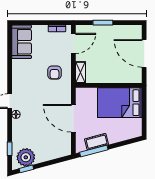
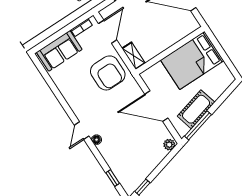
sofa: (22, 42) -> (59, 51), moved, turned 90
armchair: (55, 73) -> (108, 73), width x1.88, depth x1.88
cot: (97, 142) -> (196, 109), width x1.37, depth x1.34
plant: (26, 157) -> (169, 145), moved, width x0.53, depth x0.53

